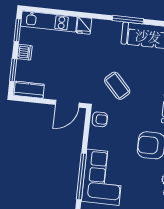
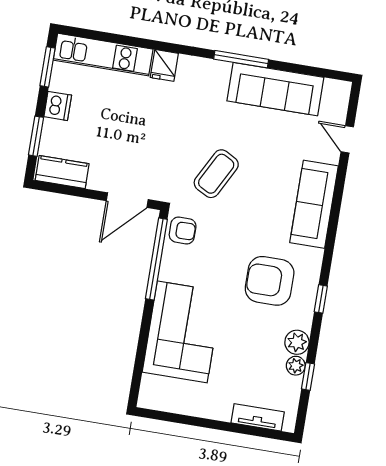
coffee table: (117, 86) -> (216, 174), turned 71
window: (81, 176) -> (156, 259), moved

